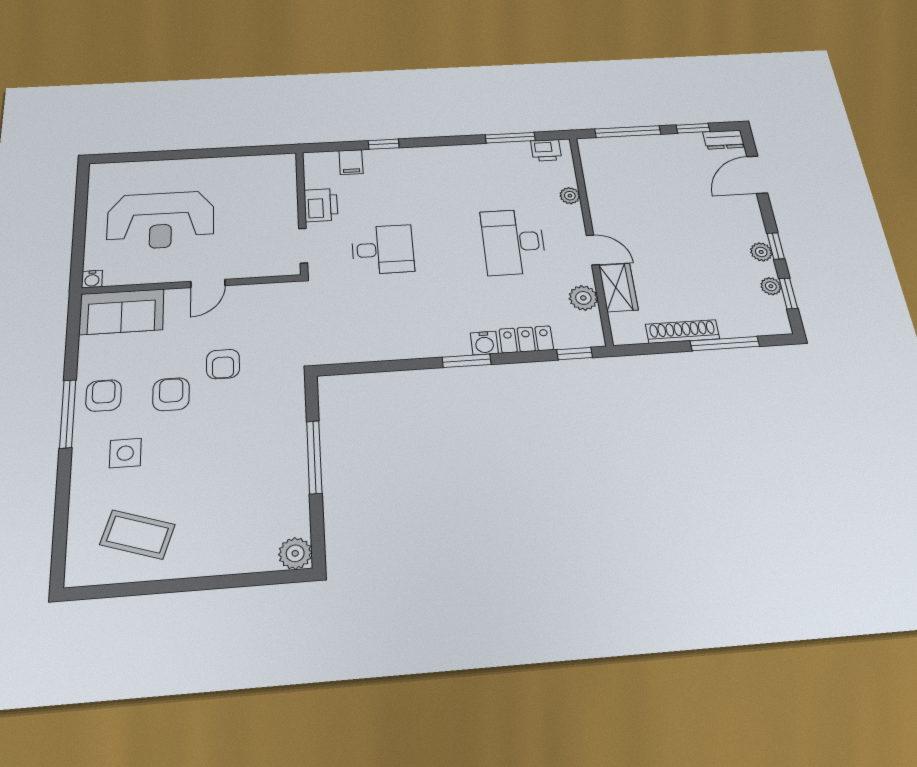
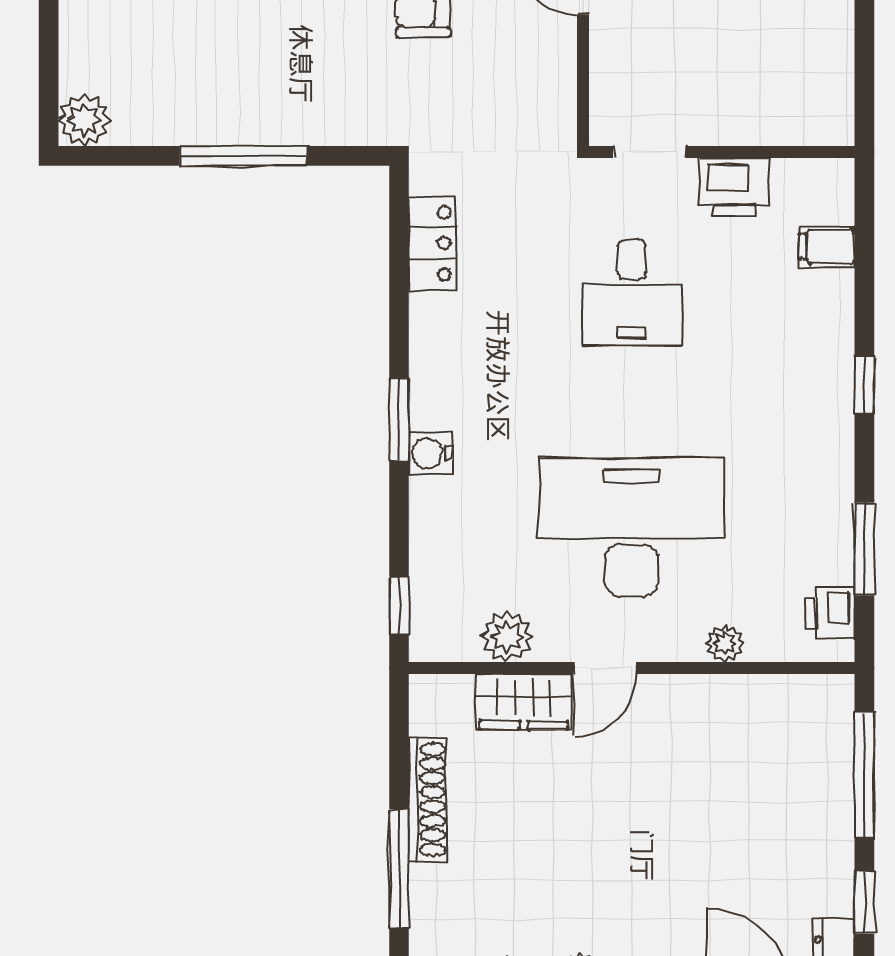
window: (384, 144) -> (864, 385), moved
desk: (513, 242) -> (632, 527), width x1.36, depth x1.30
locker: (526, 339) -> (432, 243), moved

